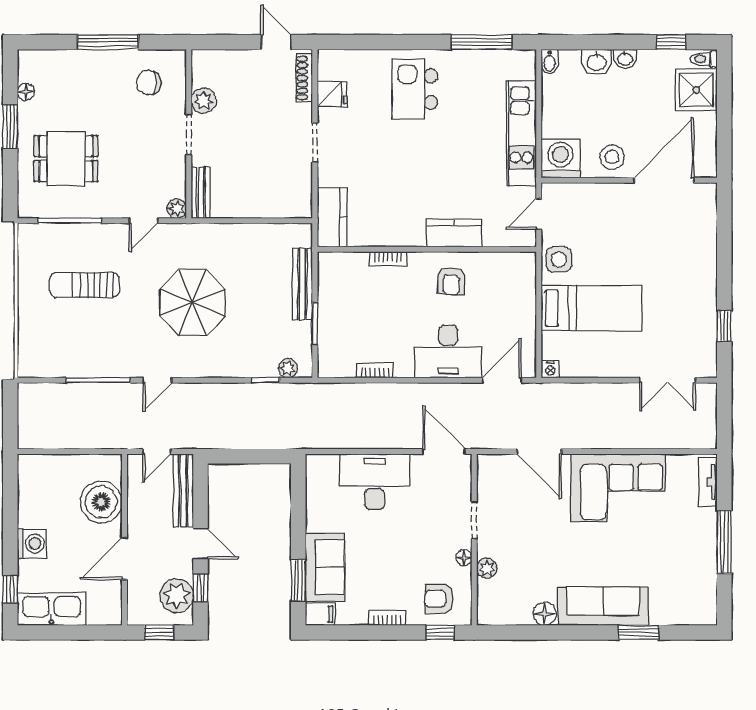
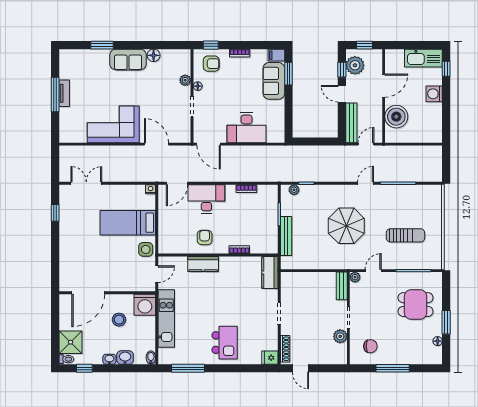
fridge: (332, 94) -> (270, 358), moved
stool: (612, 157) -> (119, 320), moved
tv unit: (708, 482) -> (64, 93), moved
sofa: (603, 606) -> (128, 60), width x0.73

